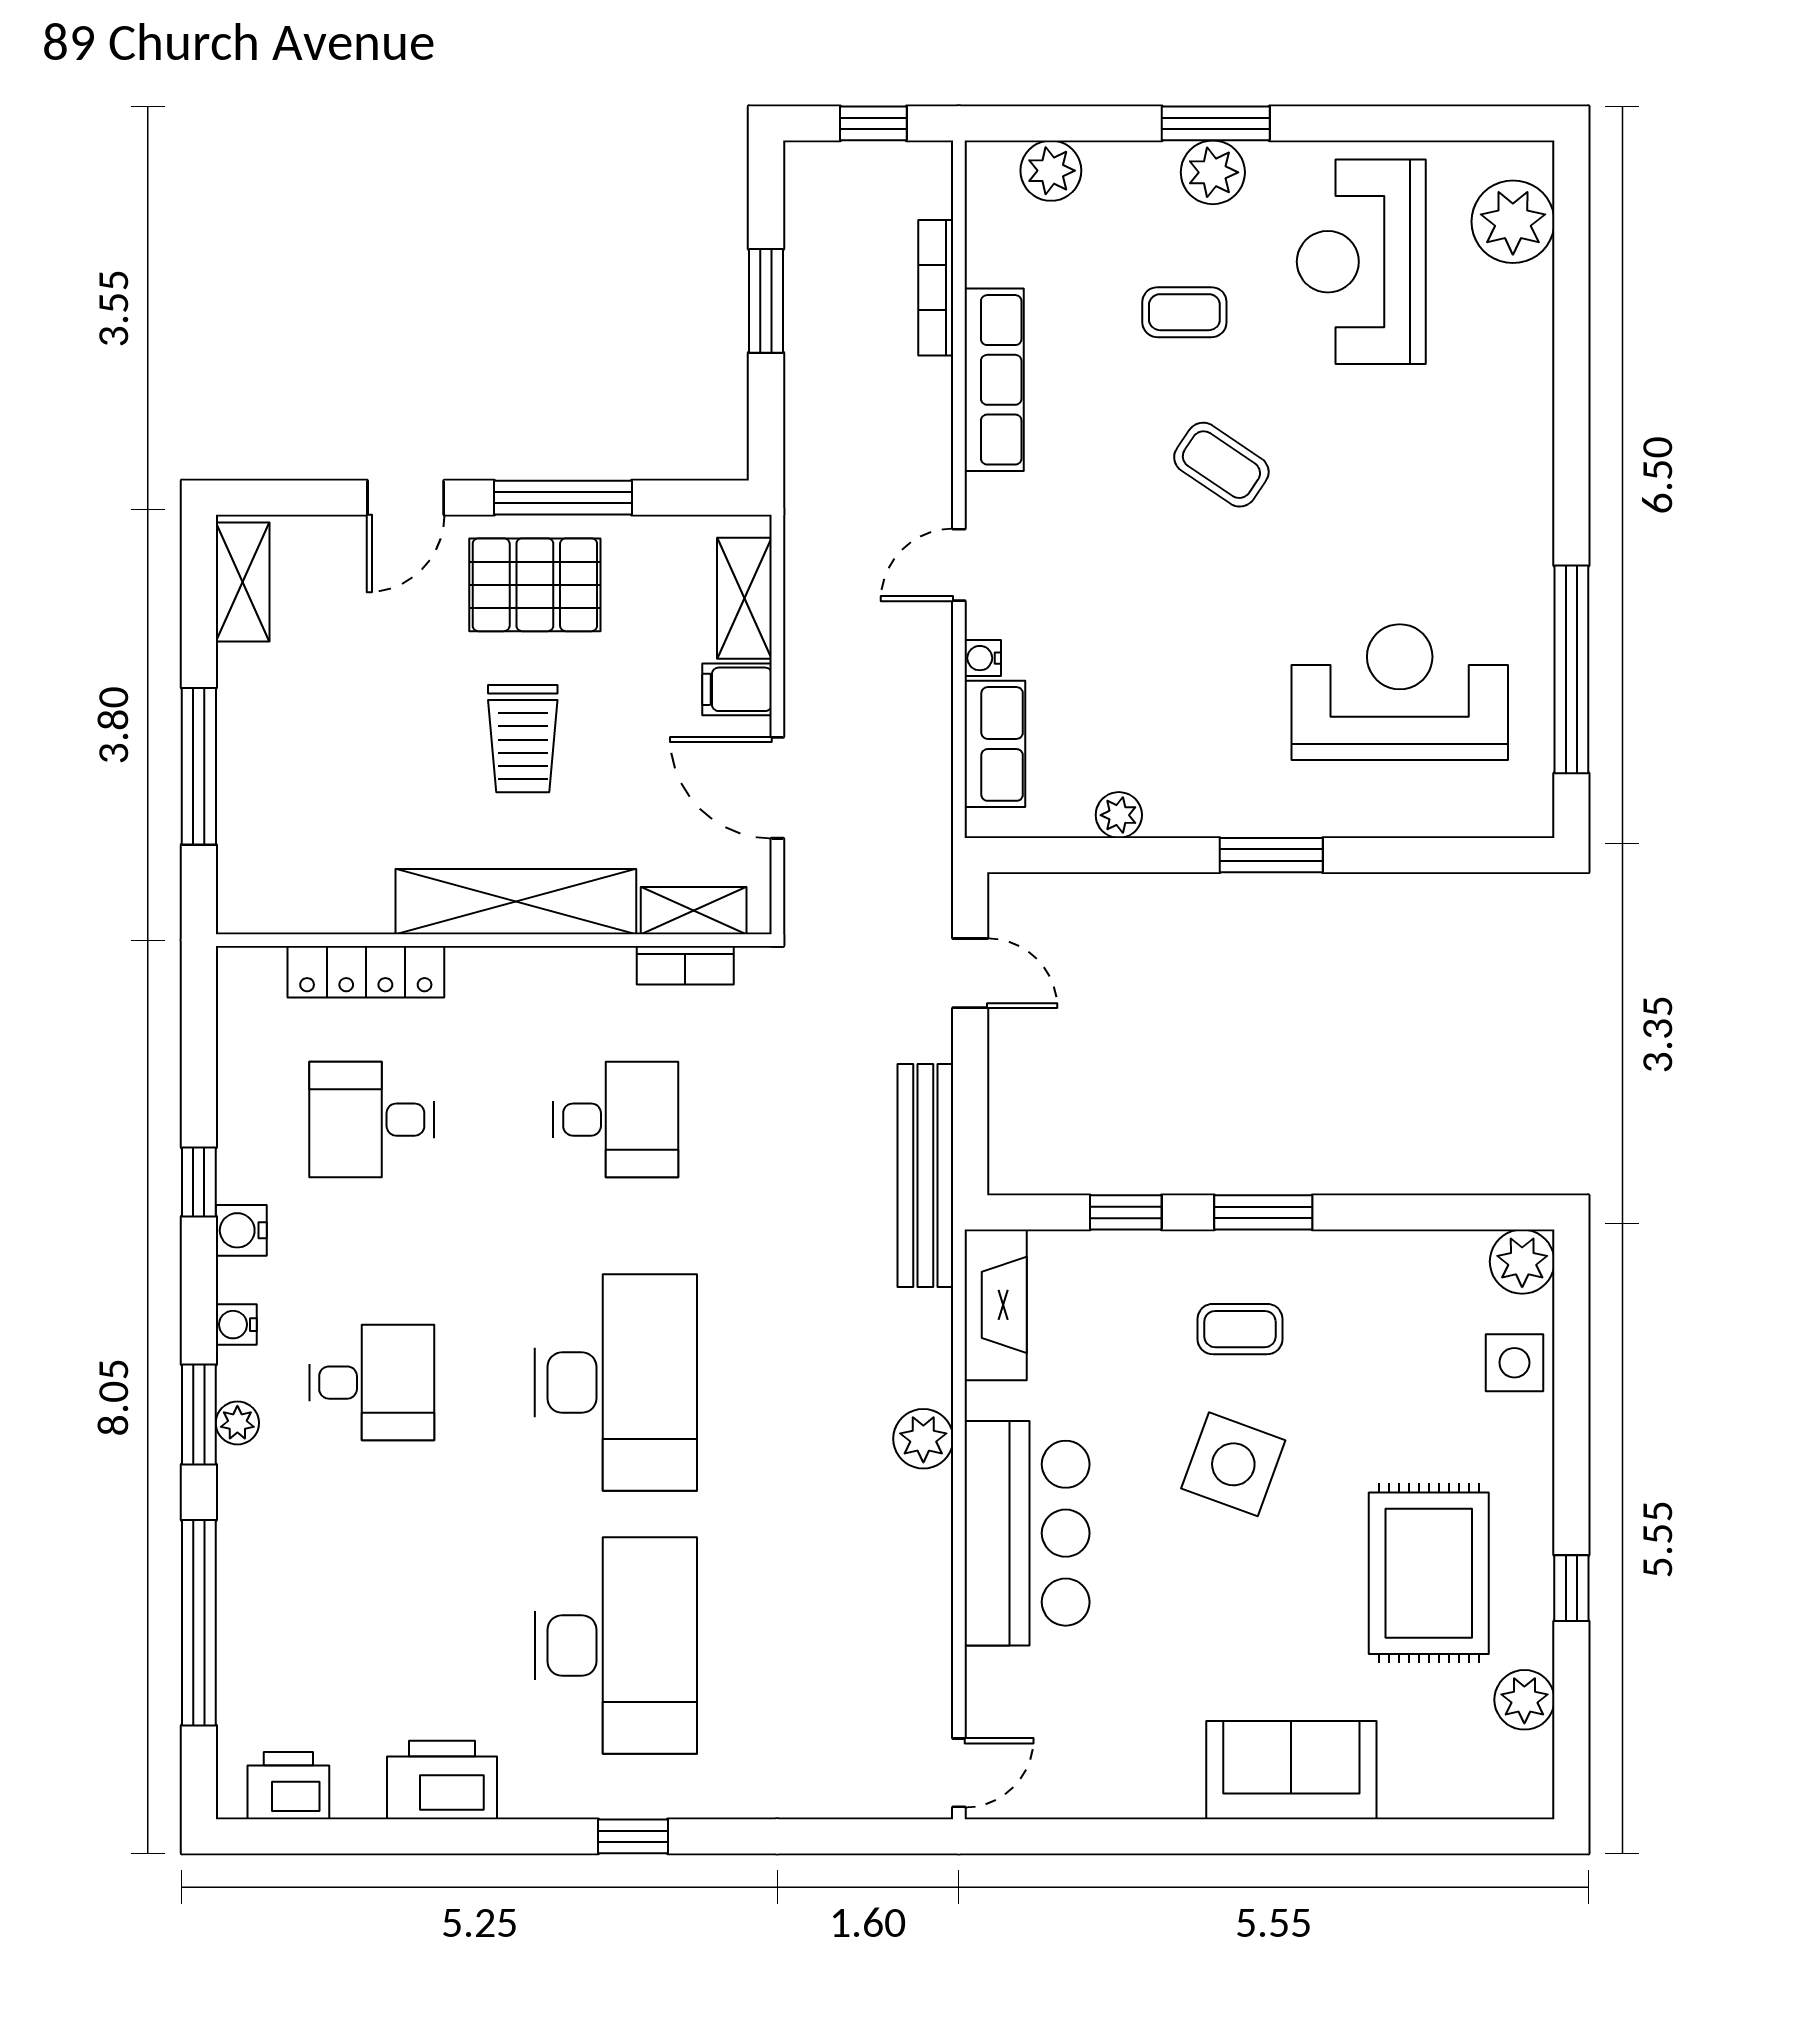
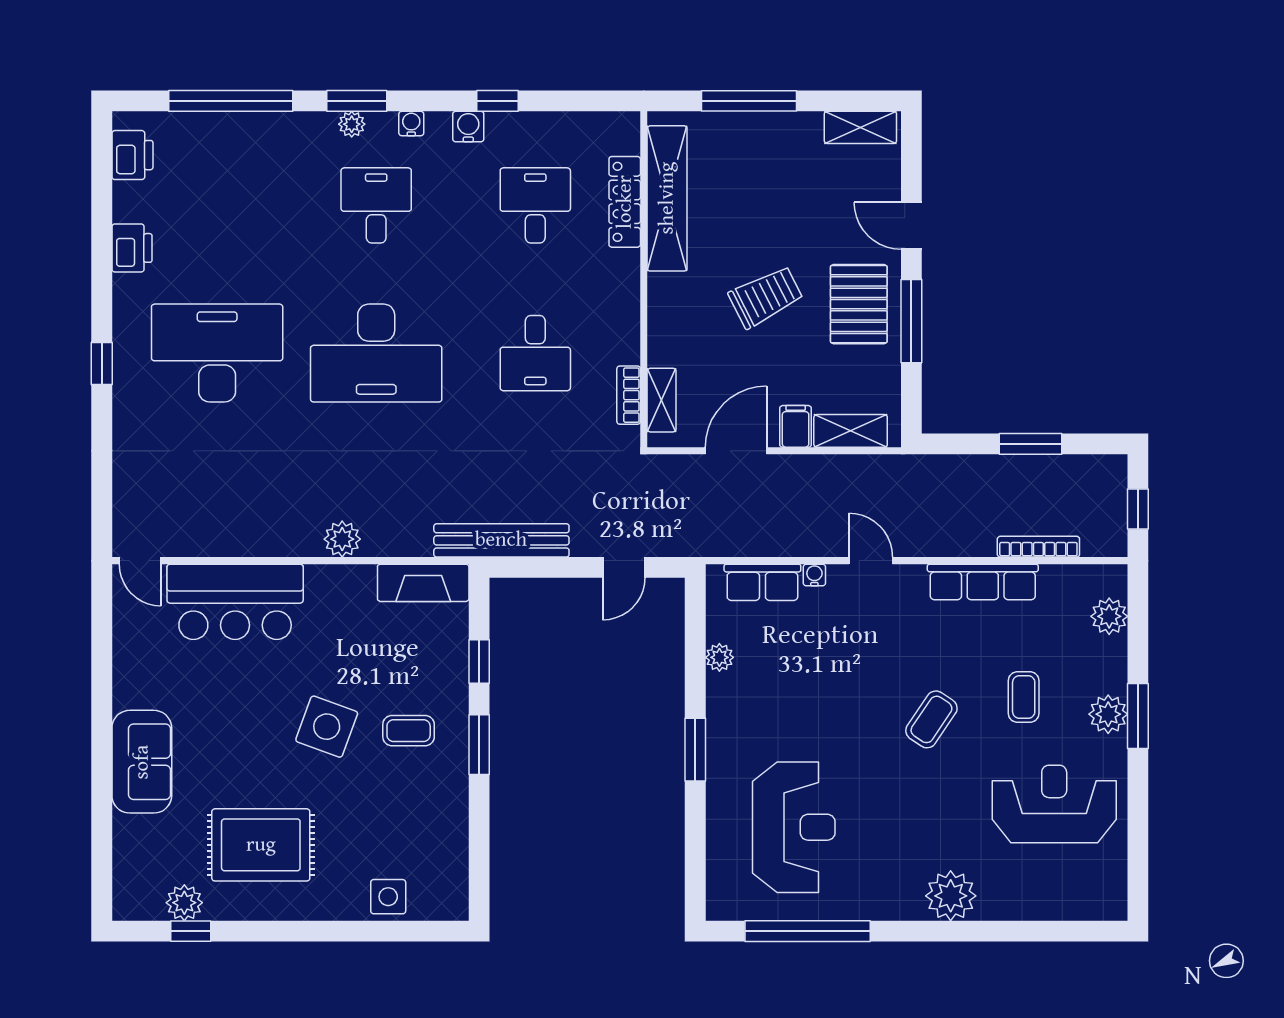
plant: (1513, 222) -> (951, 896), moved
trolley: (523, 739) -> (766, 297), turned 153
shelving: (516, 902) -> (667, 198), moved
plant: (1522, 1262) -> (449, 901), removed
coffee table: (1240, 1329) -> (409, 731), turned 90
desk: (372, 1383) -> (376, 205), turned 180
bar counter: (1027, 1533) -> (235, 602), moved
window: (1571, 1588) -> (191, 931), moved
desk: (616, 1646) -> (217, 353), turned 180
printer: (442, 1780) -> (132, 248), width x0.73, depth x0.84

